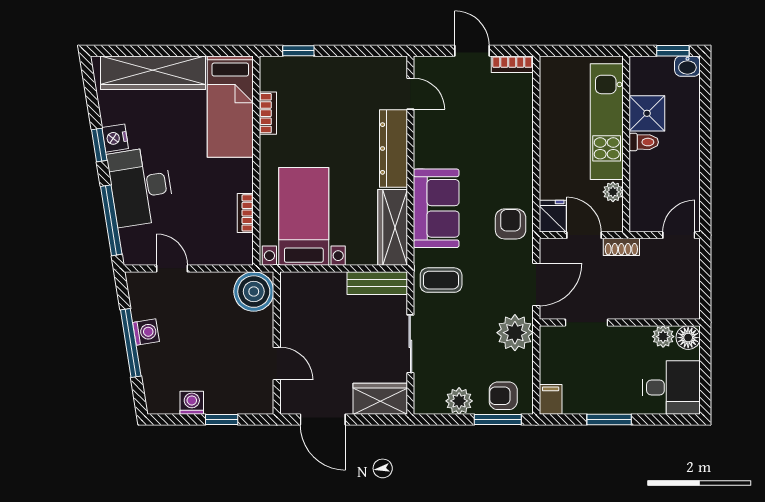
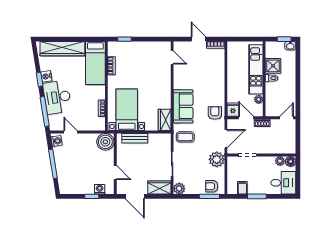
dresser: (393, 148) -> (165, 81), removed
wardrobe: (393, 227) -> (165, 120), width x0.67
bench: (377, 283) -> (135, 138), moved
washing machine: (146, 332) -> (57, 141), moved
filing cabinet: (551, 399) -> (242, 188), moved
plant: (459, 401) -> (179, 188), moved
washing machine: (192, 403) -> (100, 189), moved

